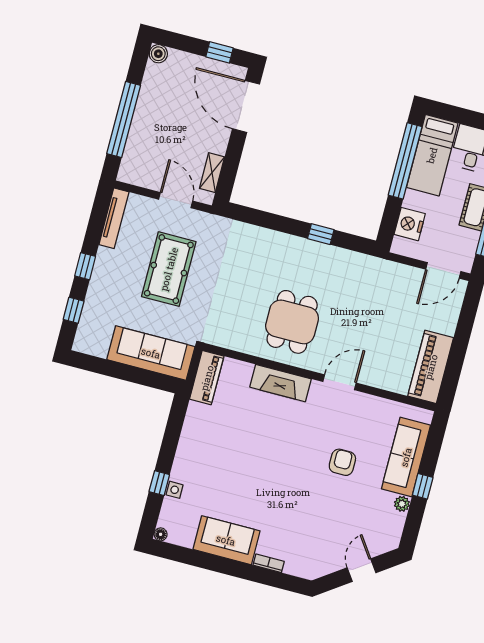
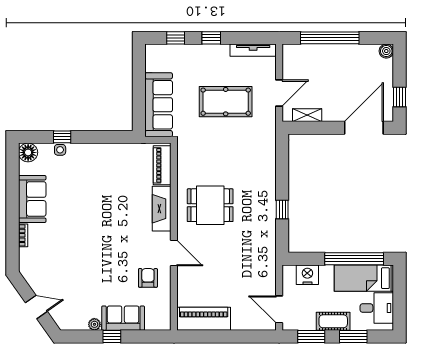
piano: (207, 378) -> (162, 165), moved, turned 90
sofa: (406, 457) -> (123, 318), width x0.73
armchair: (342, 462) -> (148, 278), moved, turned -90
floor lamp: (161, 534) -> (28, 152), width x1.89, depth x1.89

